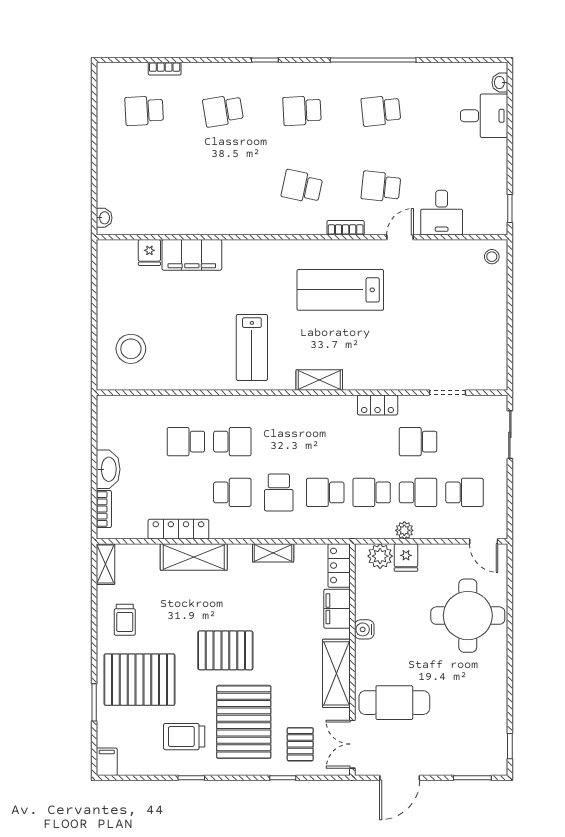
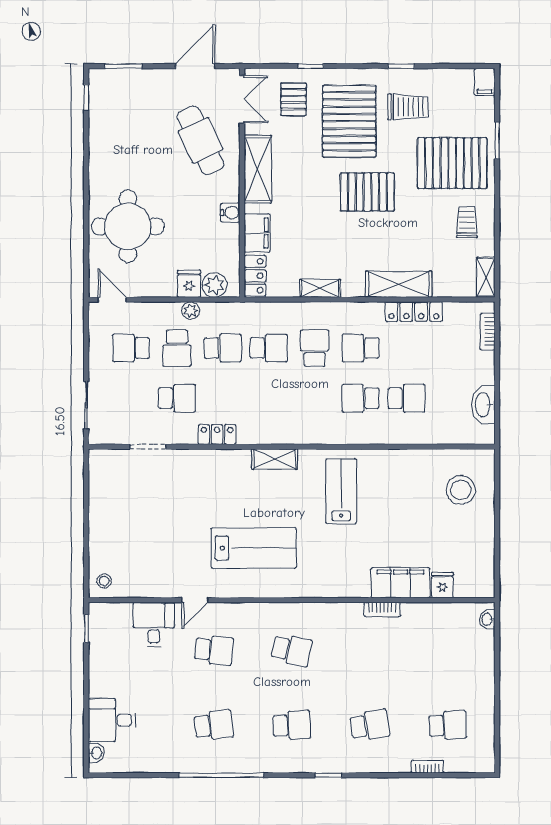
bookcase: (346, 228) -> (382, 610), moved
washbasin: (108, 469) -> (483, 405), moved
school desk: (418, 492) -> (177, 348), turned -90
cafe table: (394, 703) -> (200, 140), turned 65

